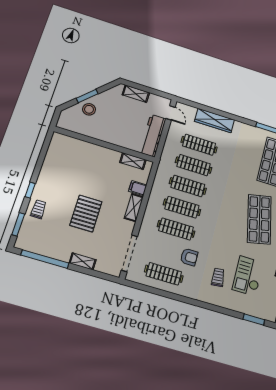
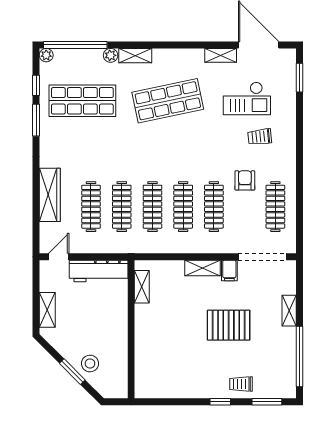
filing cabinet: (138, 188) -> (229, 270), moved

